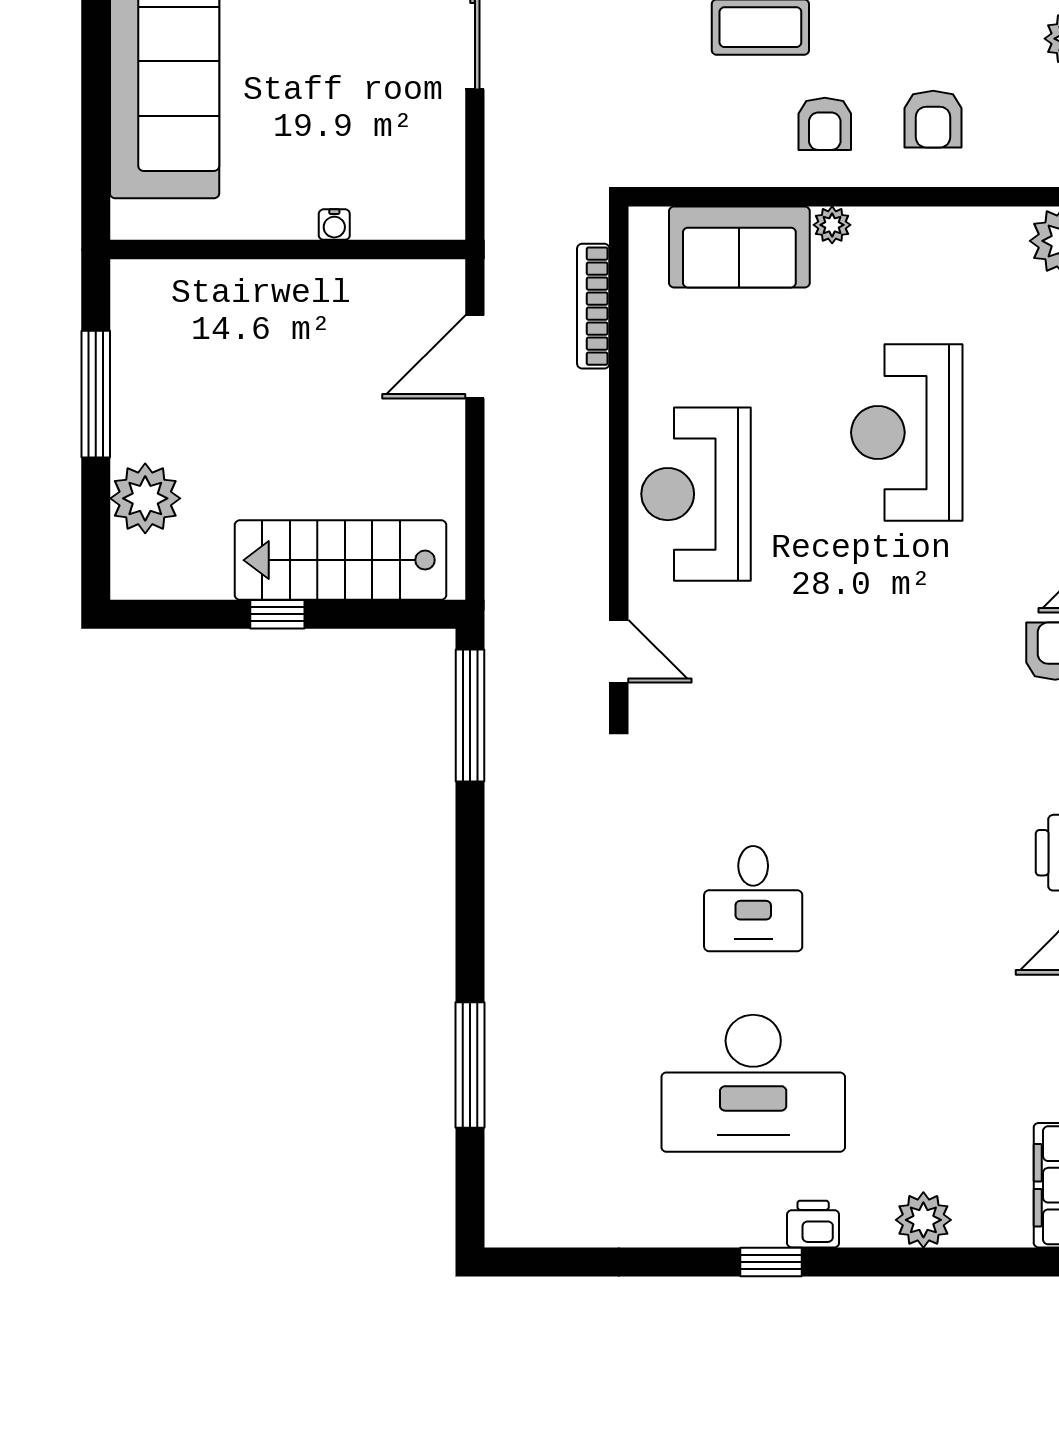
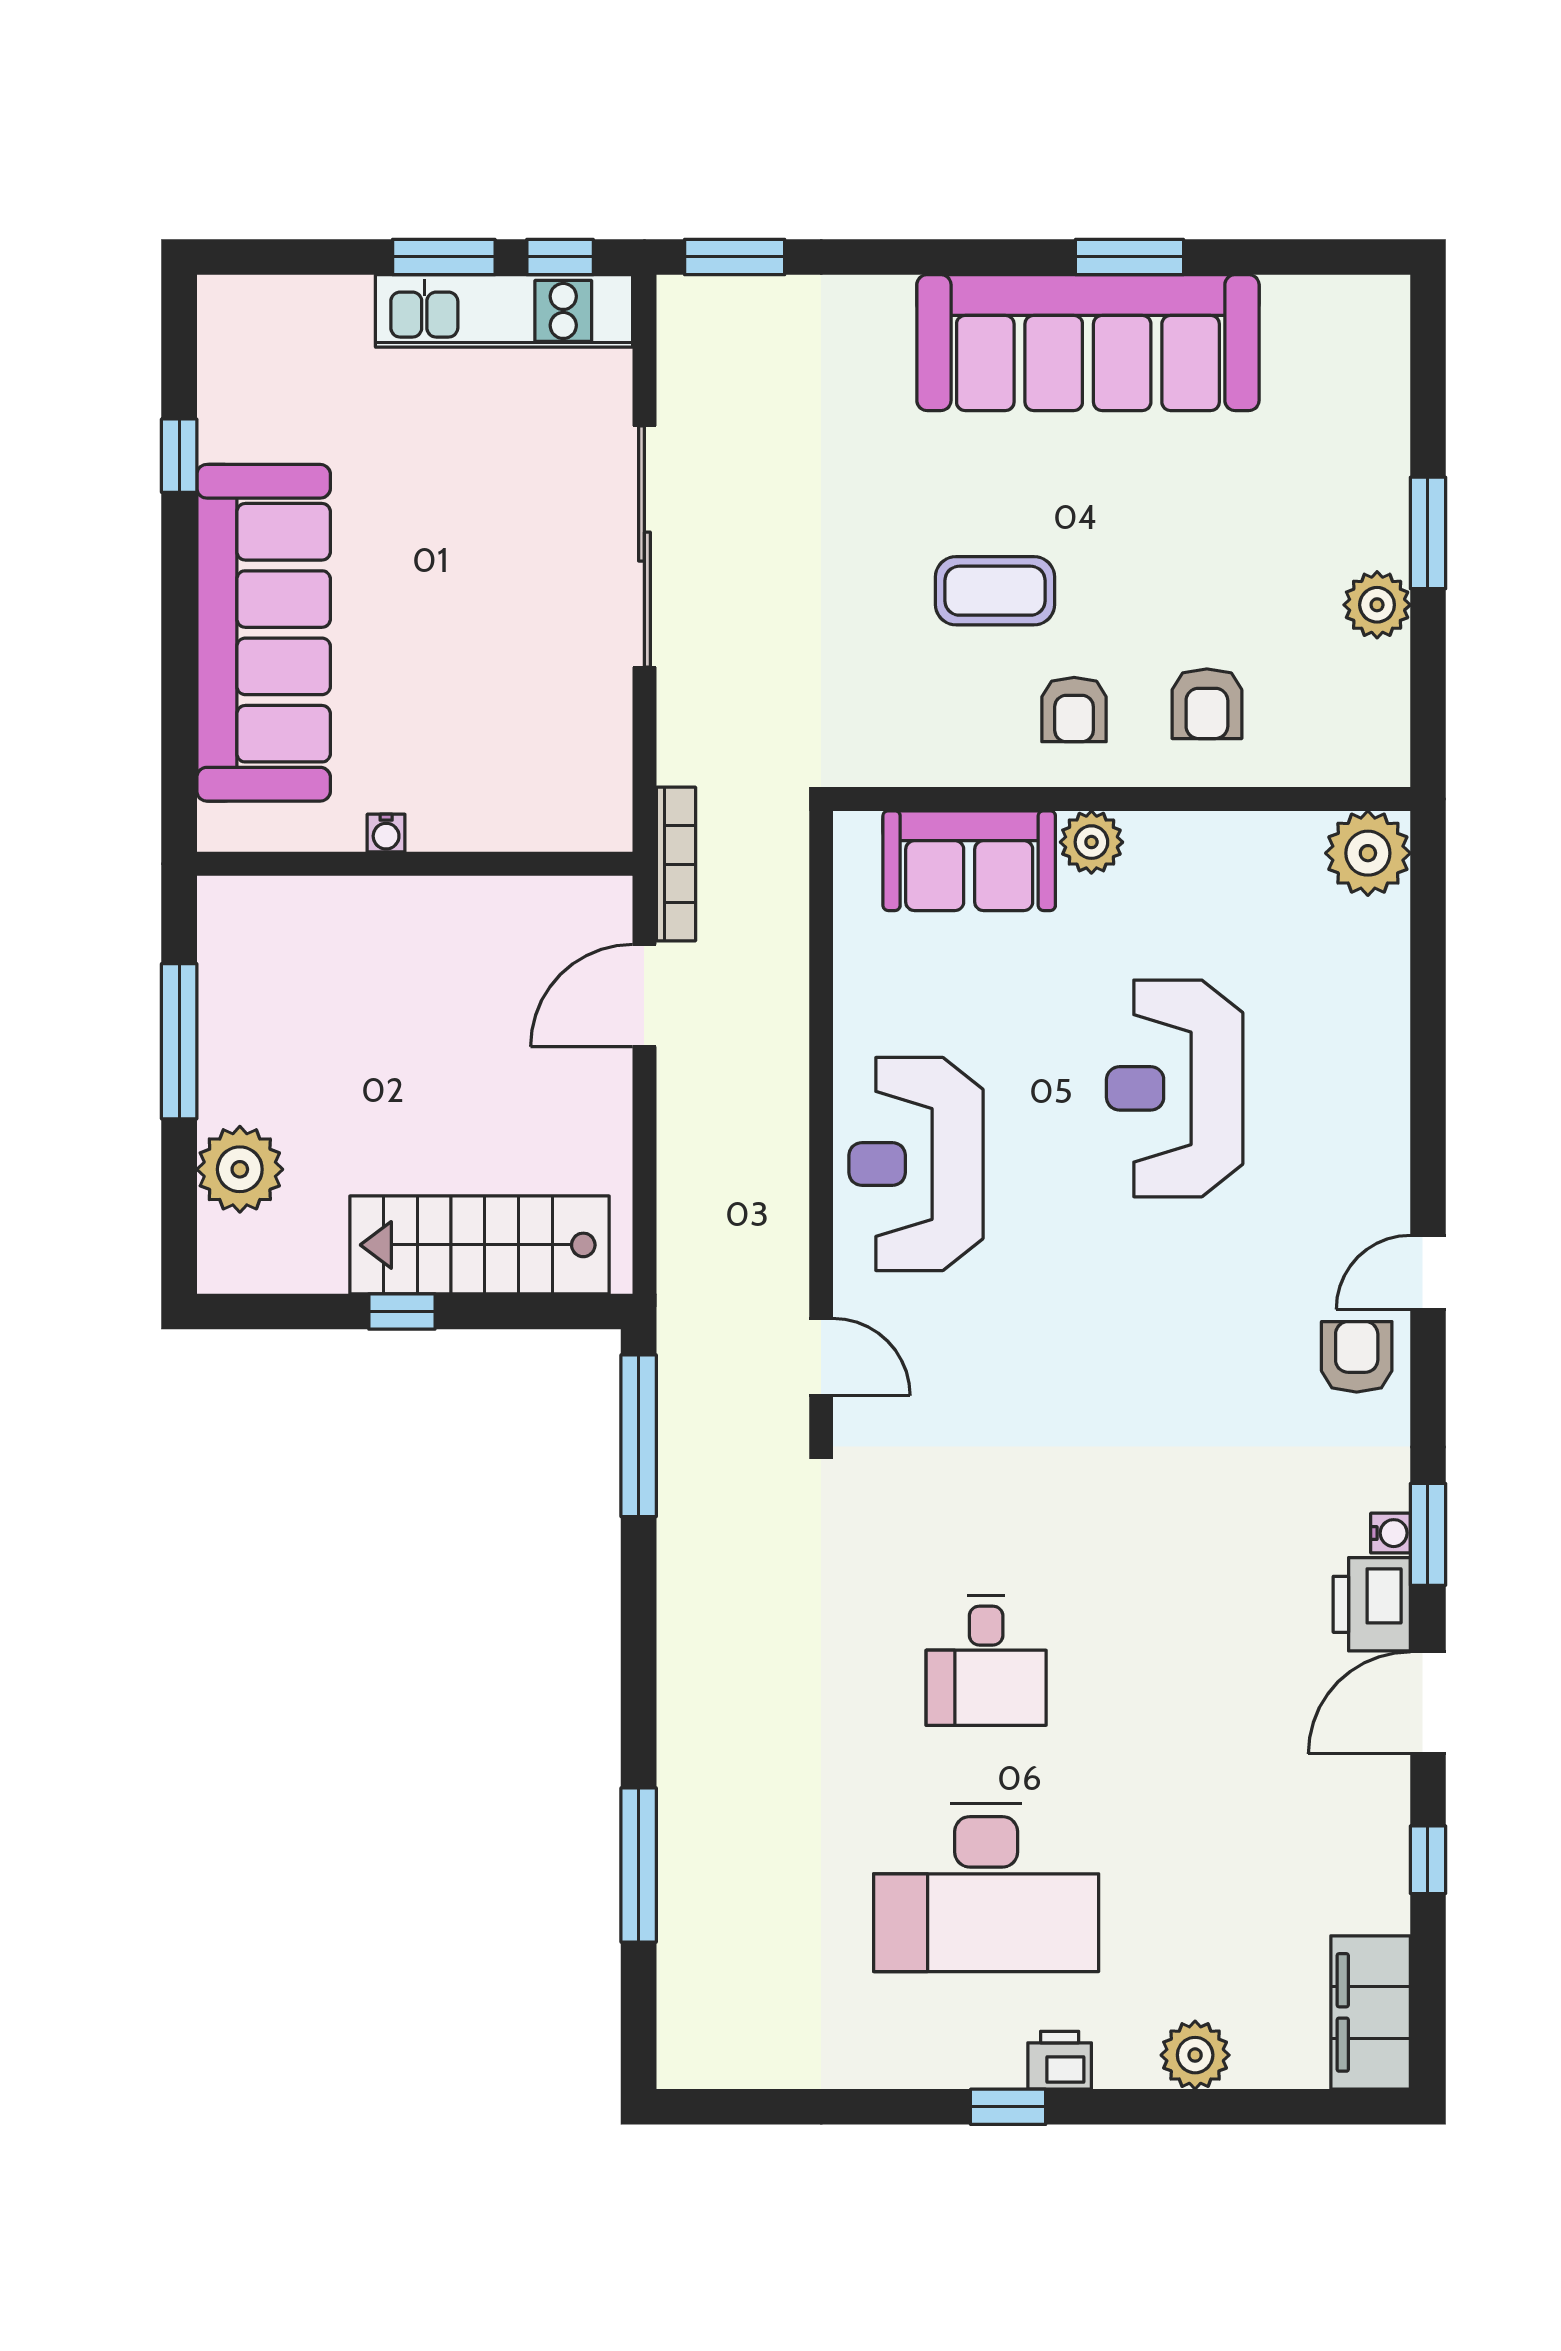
water cooler: (334, 225) -> (386, 833), moved
plant: (832, 225) -> (1091, 842), width x1.38, depth x1.38
bookcase: (593, 306) -> (676, 864), moved, turned 180

